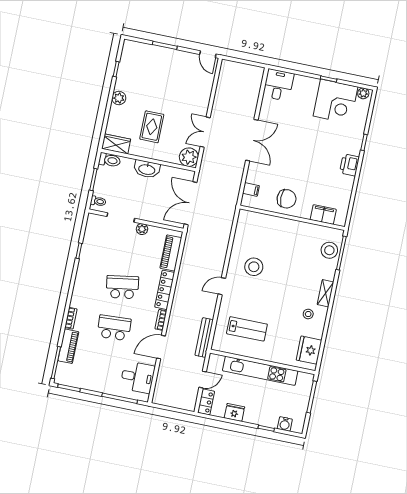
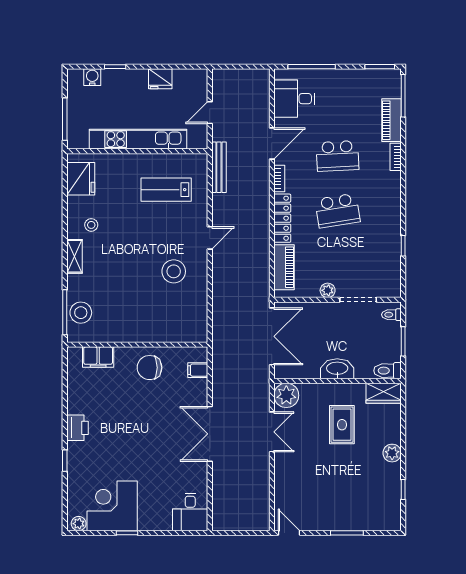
locker: (206, 402) -> (200, 85), removed

